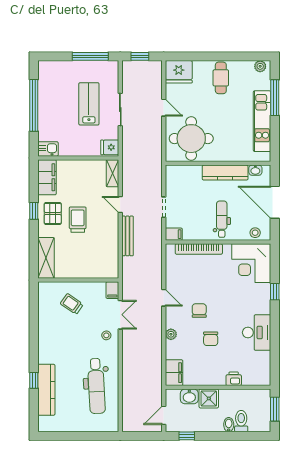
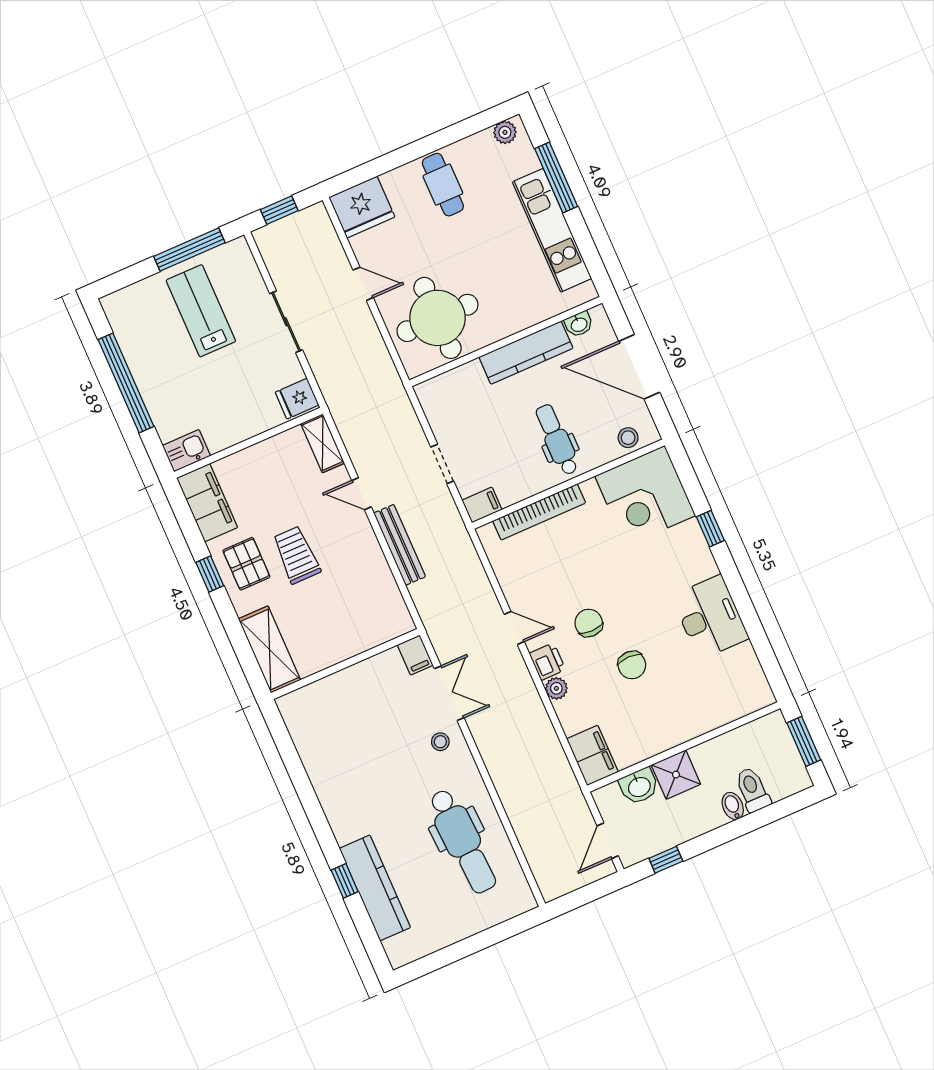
lab bench: (89, 104) -> (201, 311), moved
trolley: (72, 304) -> (353, 712), removed
printer: (234, 379) -> (547, 662), moved, turned 90

